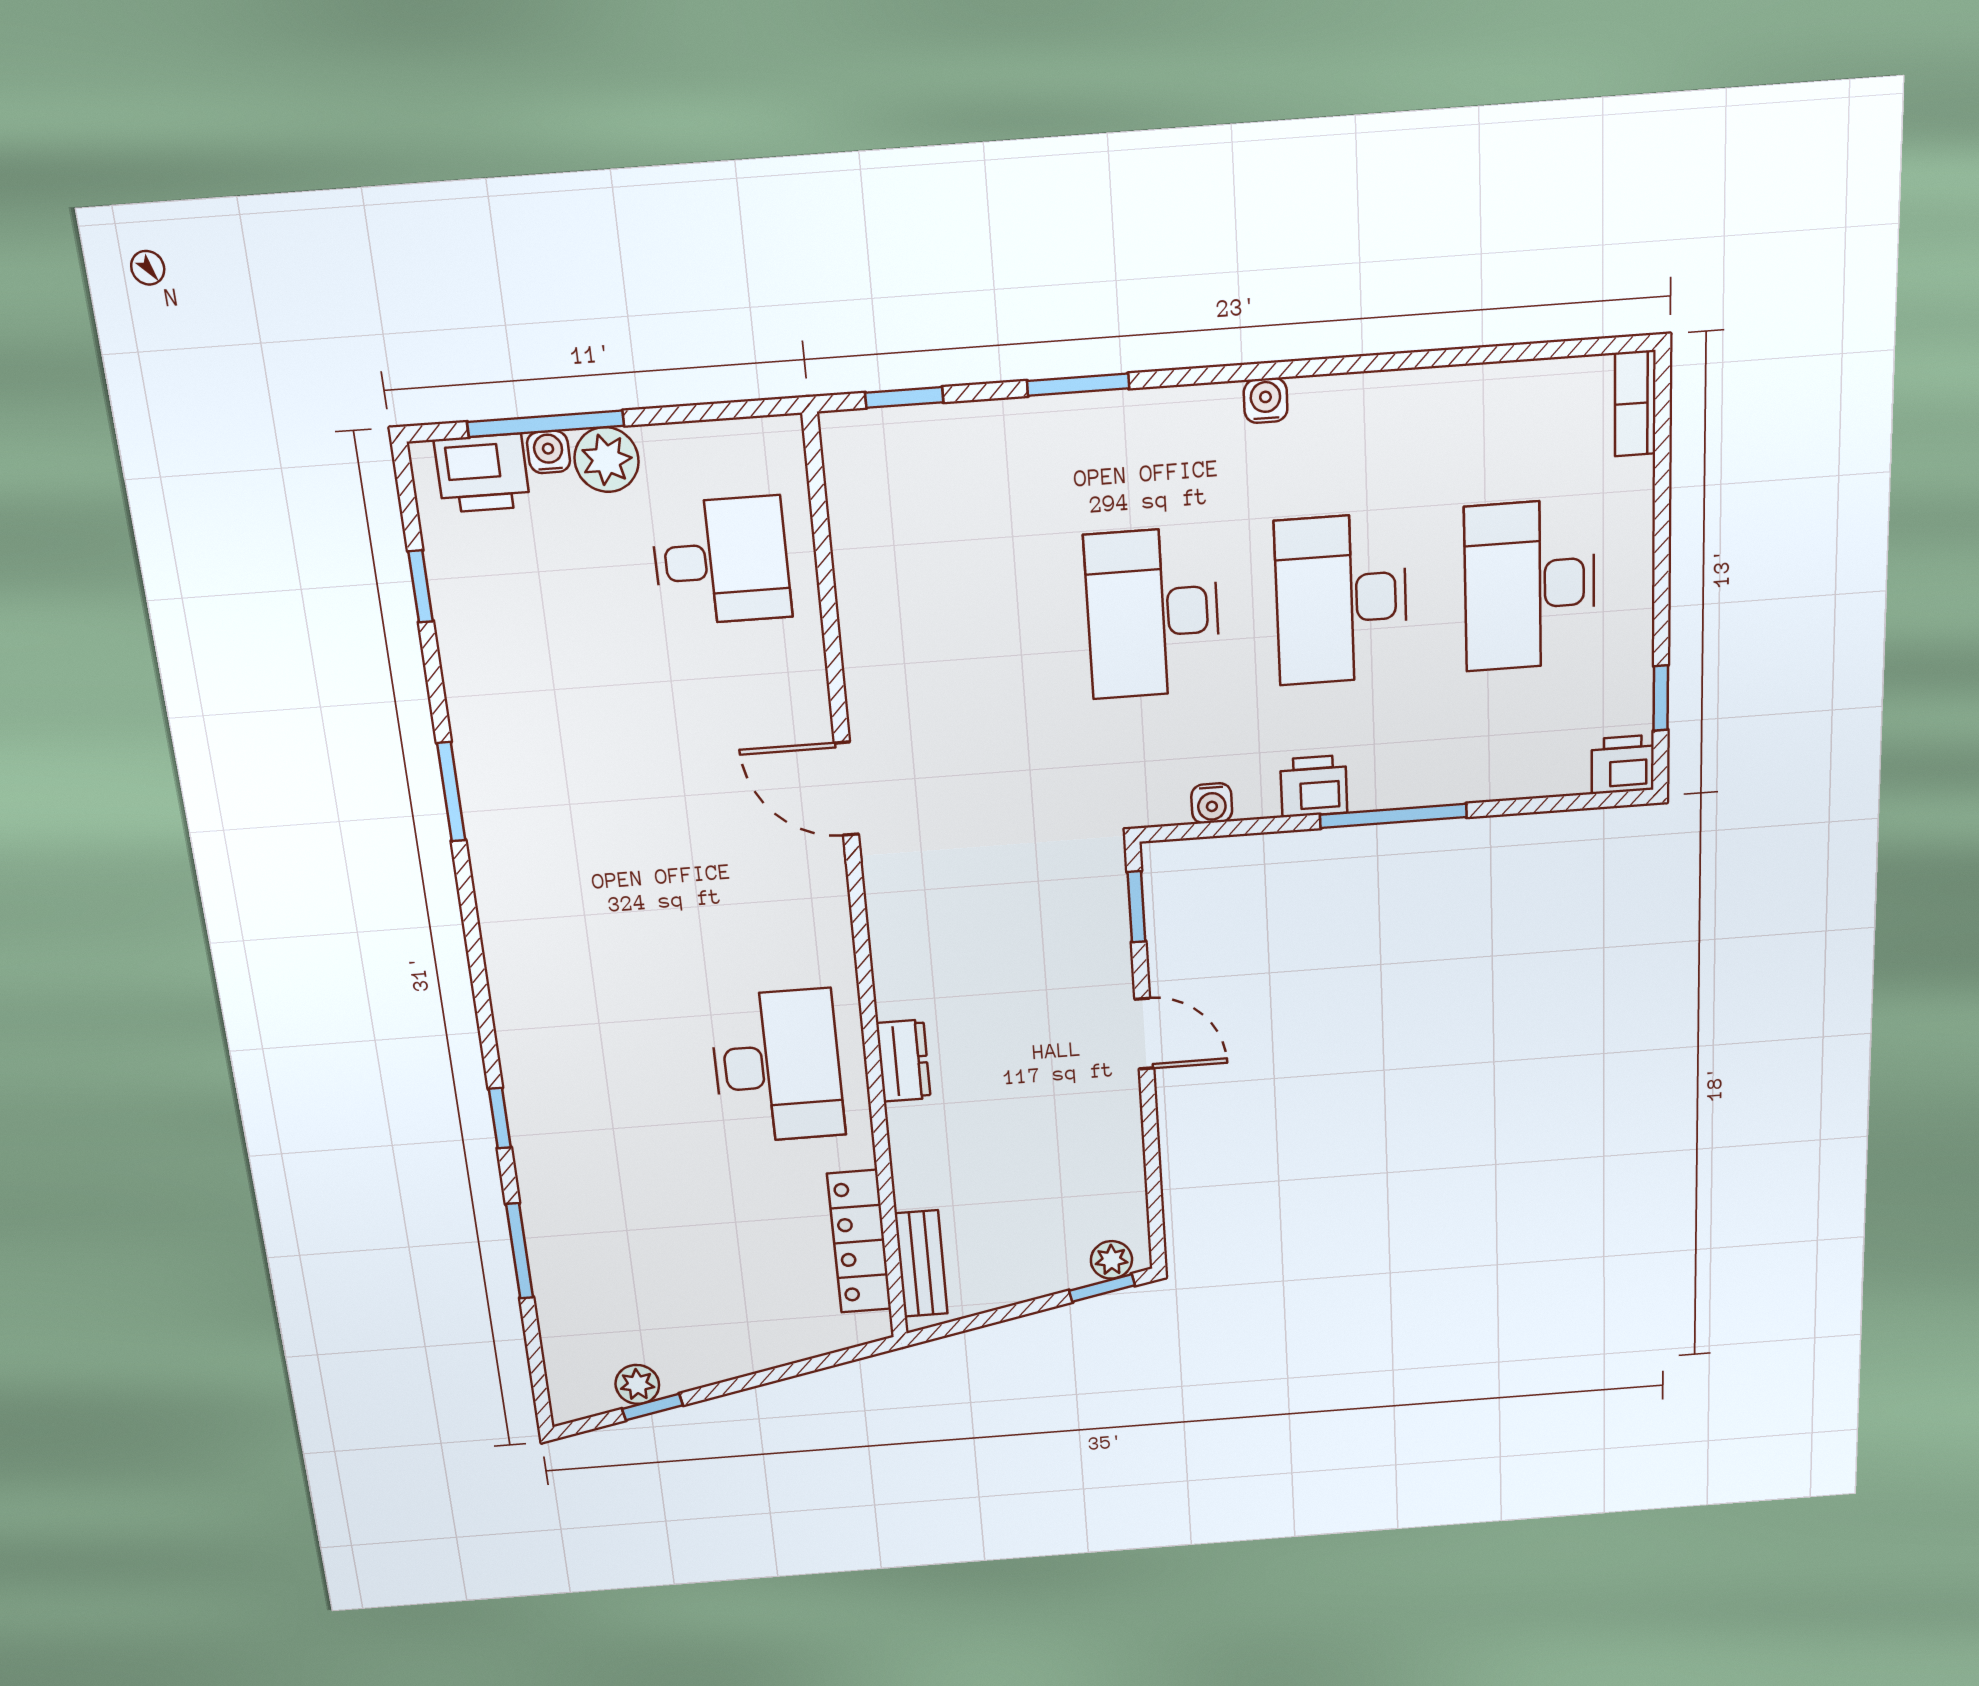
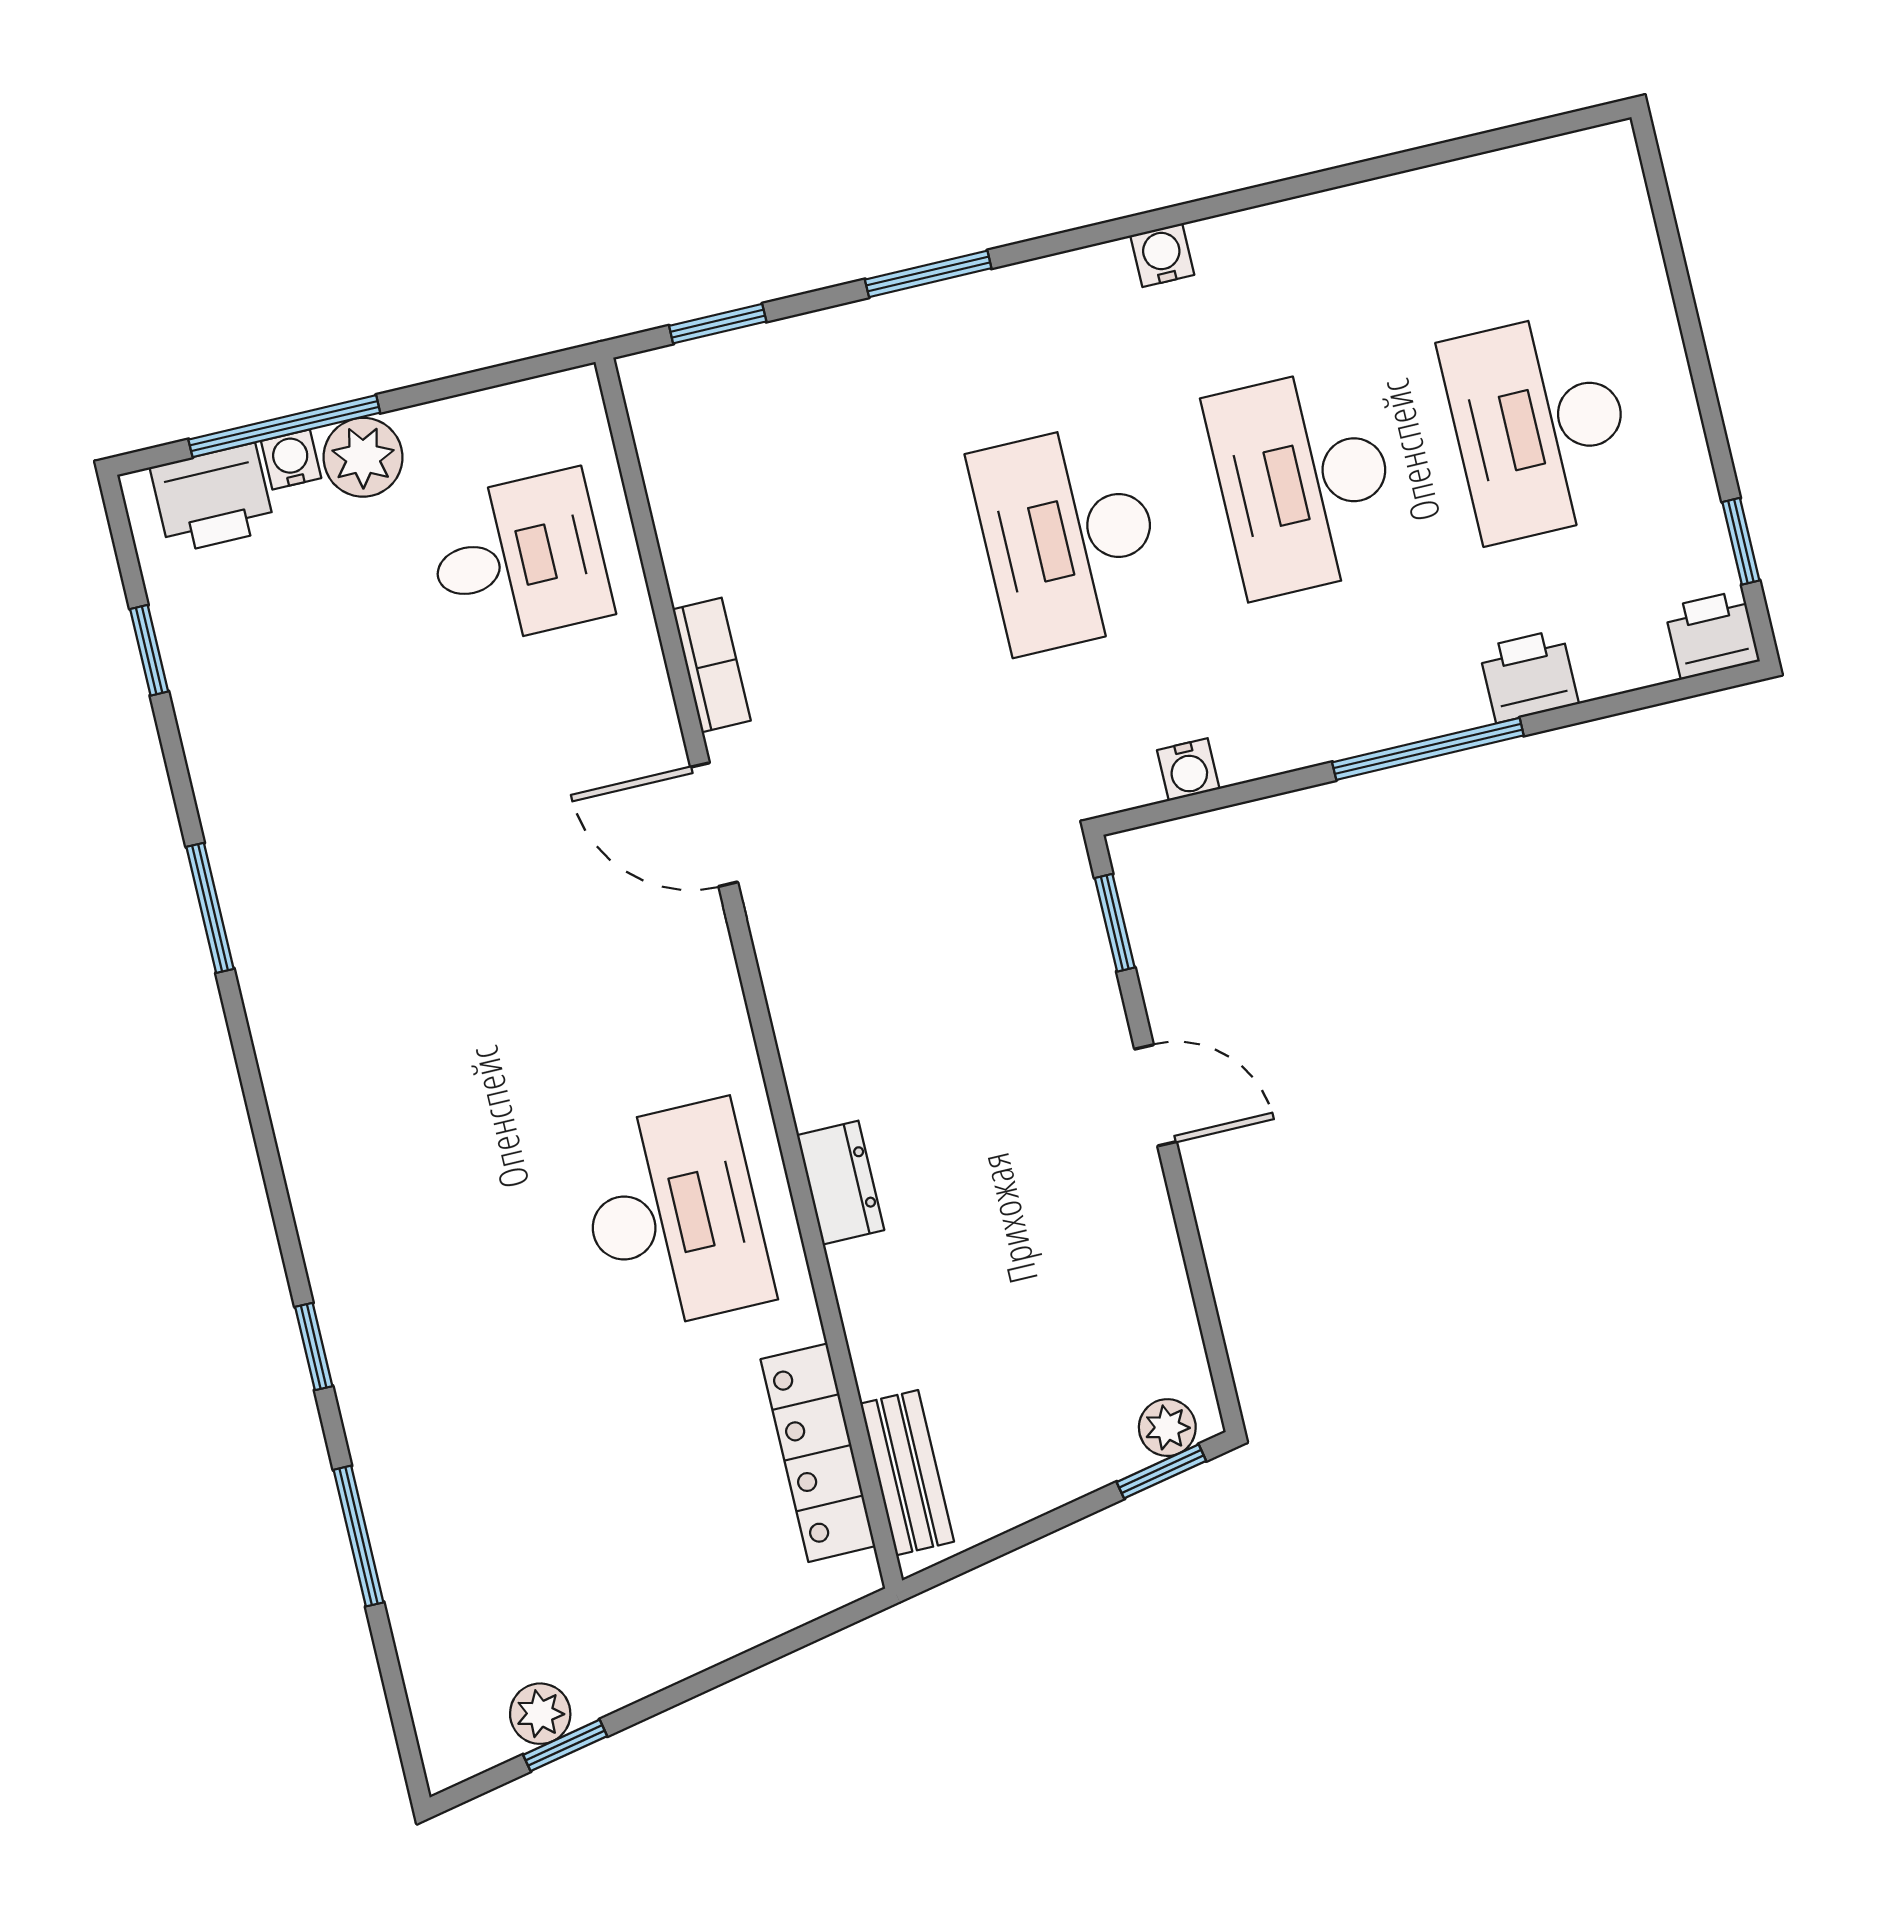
bookcase: (1635, 403) -> (712, 665), moved, turned 180
printer: (1314, 786) -> (1529, 676), moved

